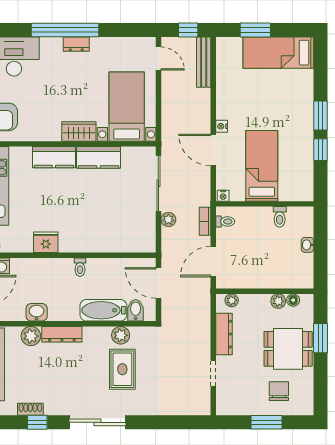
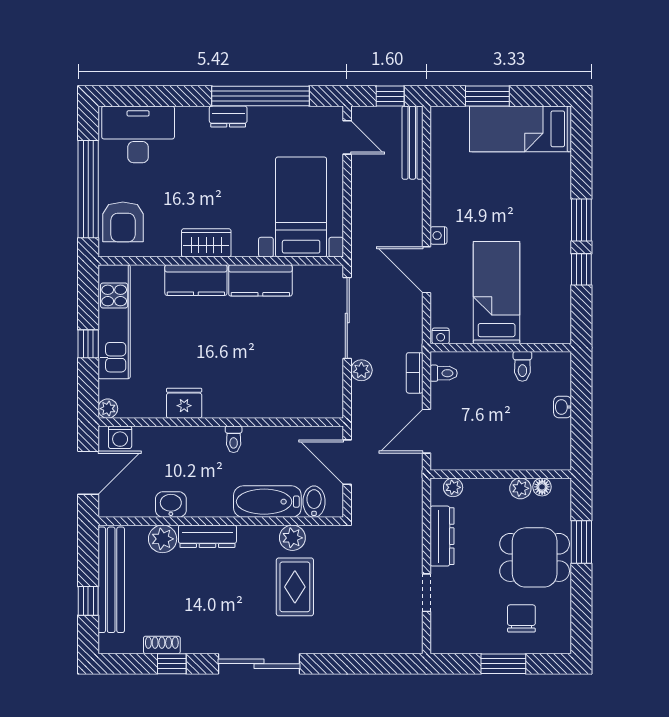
window: (65, 30) -> (260, 96), moved
wardrobe: (79, 131) -> (206, 243), moved

